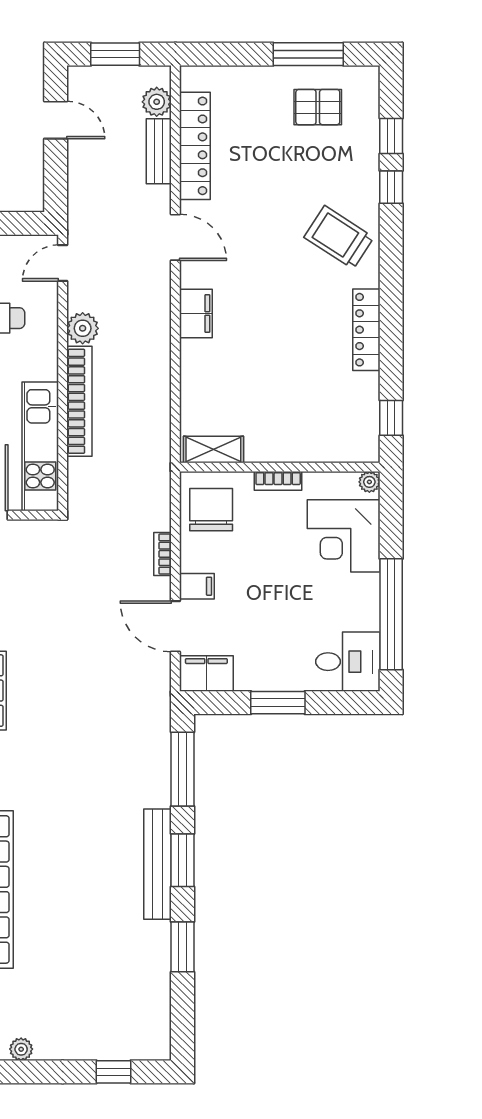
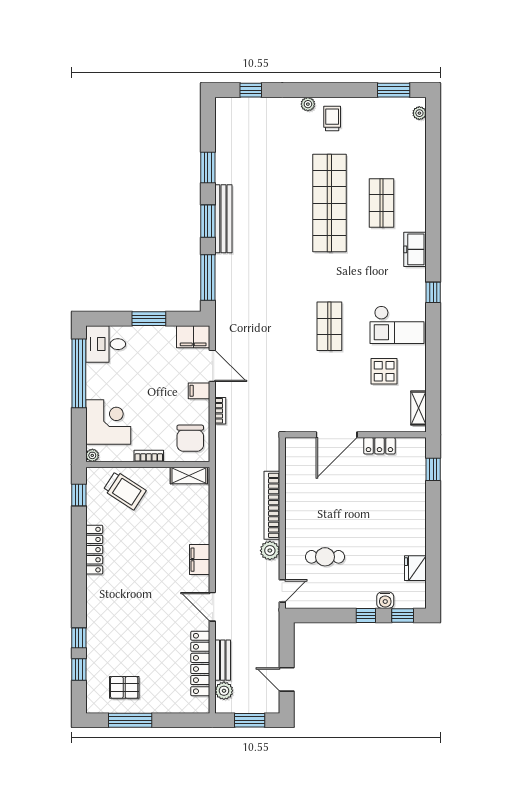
trolley: (339, 237) -> (125, 490), moved
kitchen unit: (40, 446) -> (296, 477), removed

